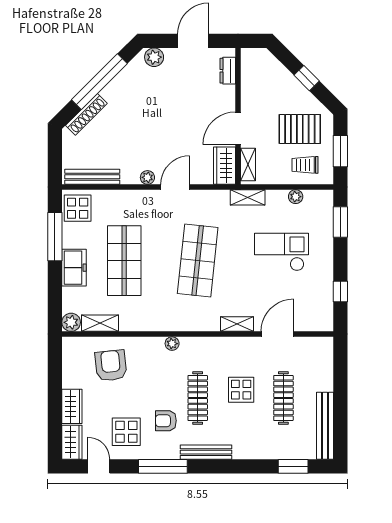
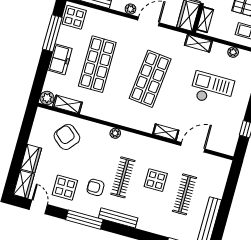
armchair: (111, 366) -> (67, 137), turned -44

